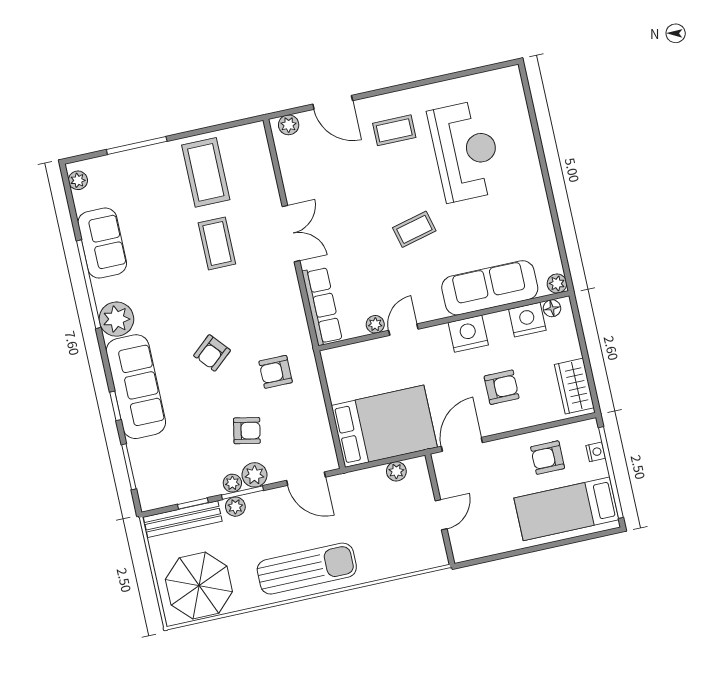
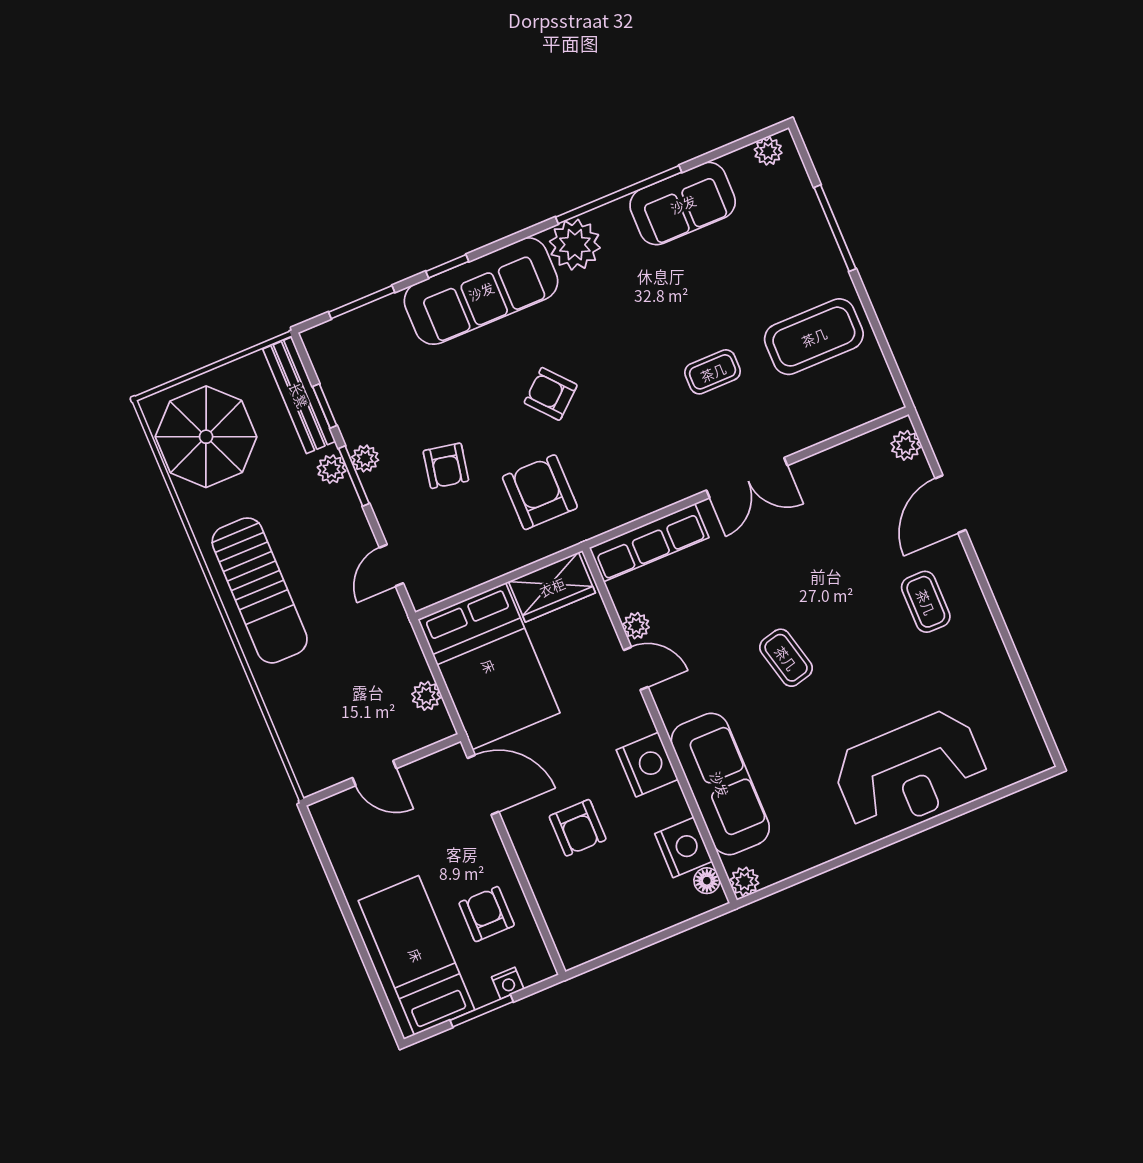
reception desk: (466, 151) -> (911, 772), moved
coffee table: (217, 243) -> (713, 372), width x0.73, depth x0.77
armchair: (276, 372) -> (540, 492), width x1.38, depth x1.38
wardrobe: (574, 386) -> (552, 587), moved, turned 180
window: (611, 473) -> (482, 1011), width x0.47
plant: (255, 475) -> (383, 489), removed
door: (306, 479) -> (391, 565), width x0.73

